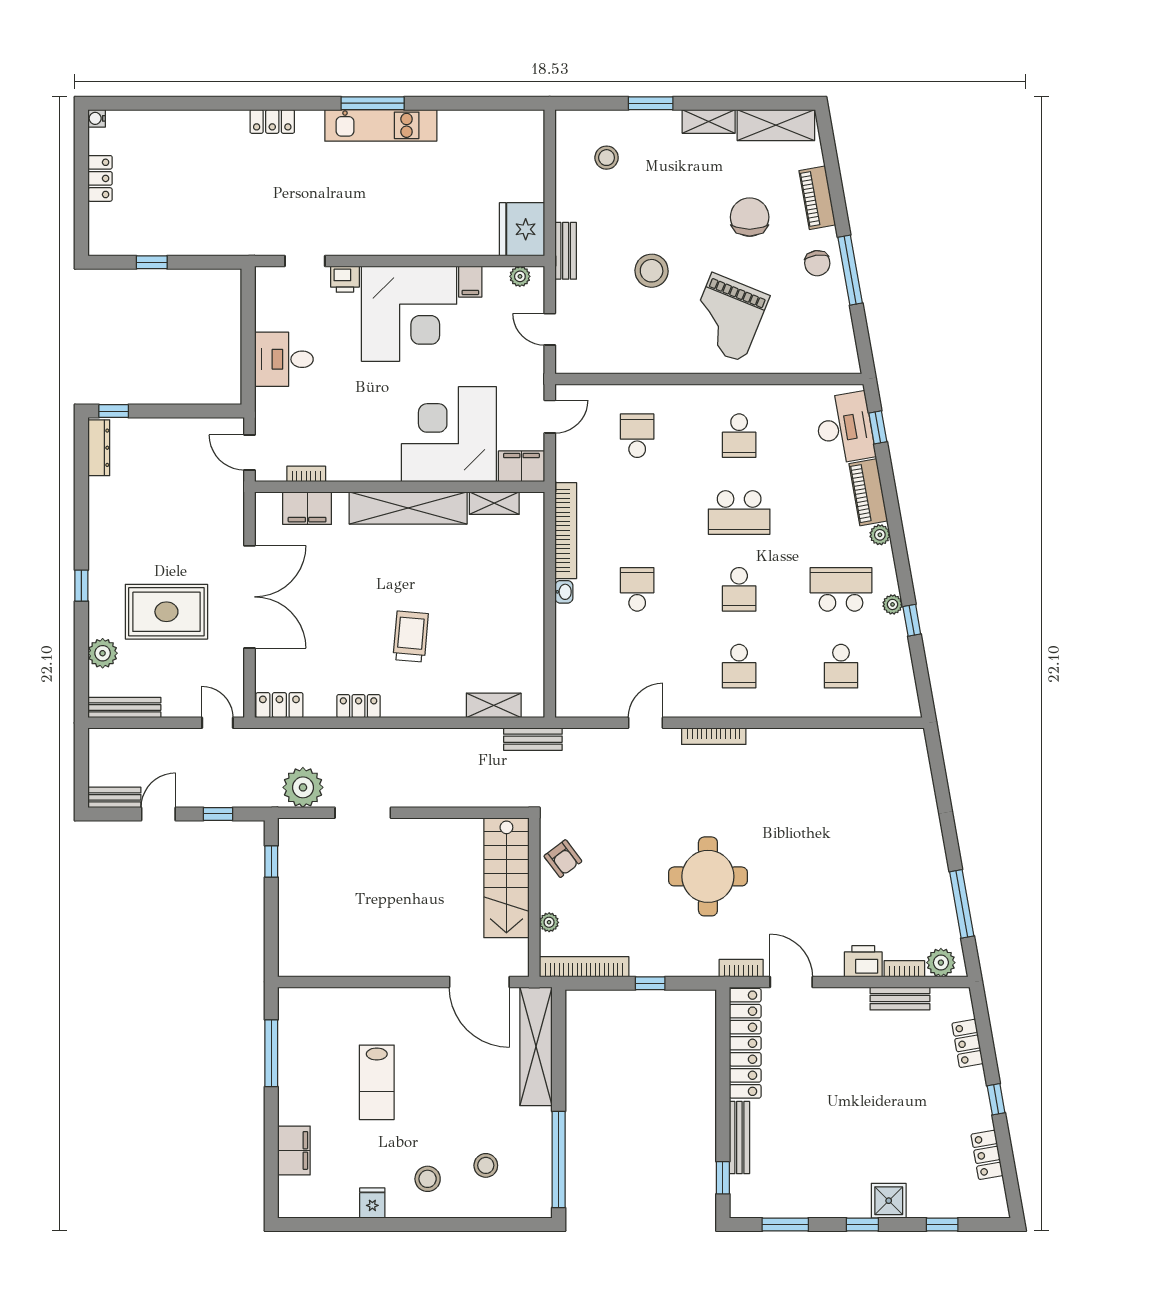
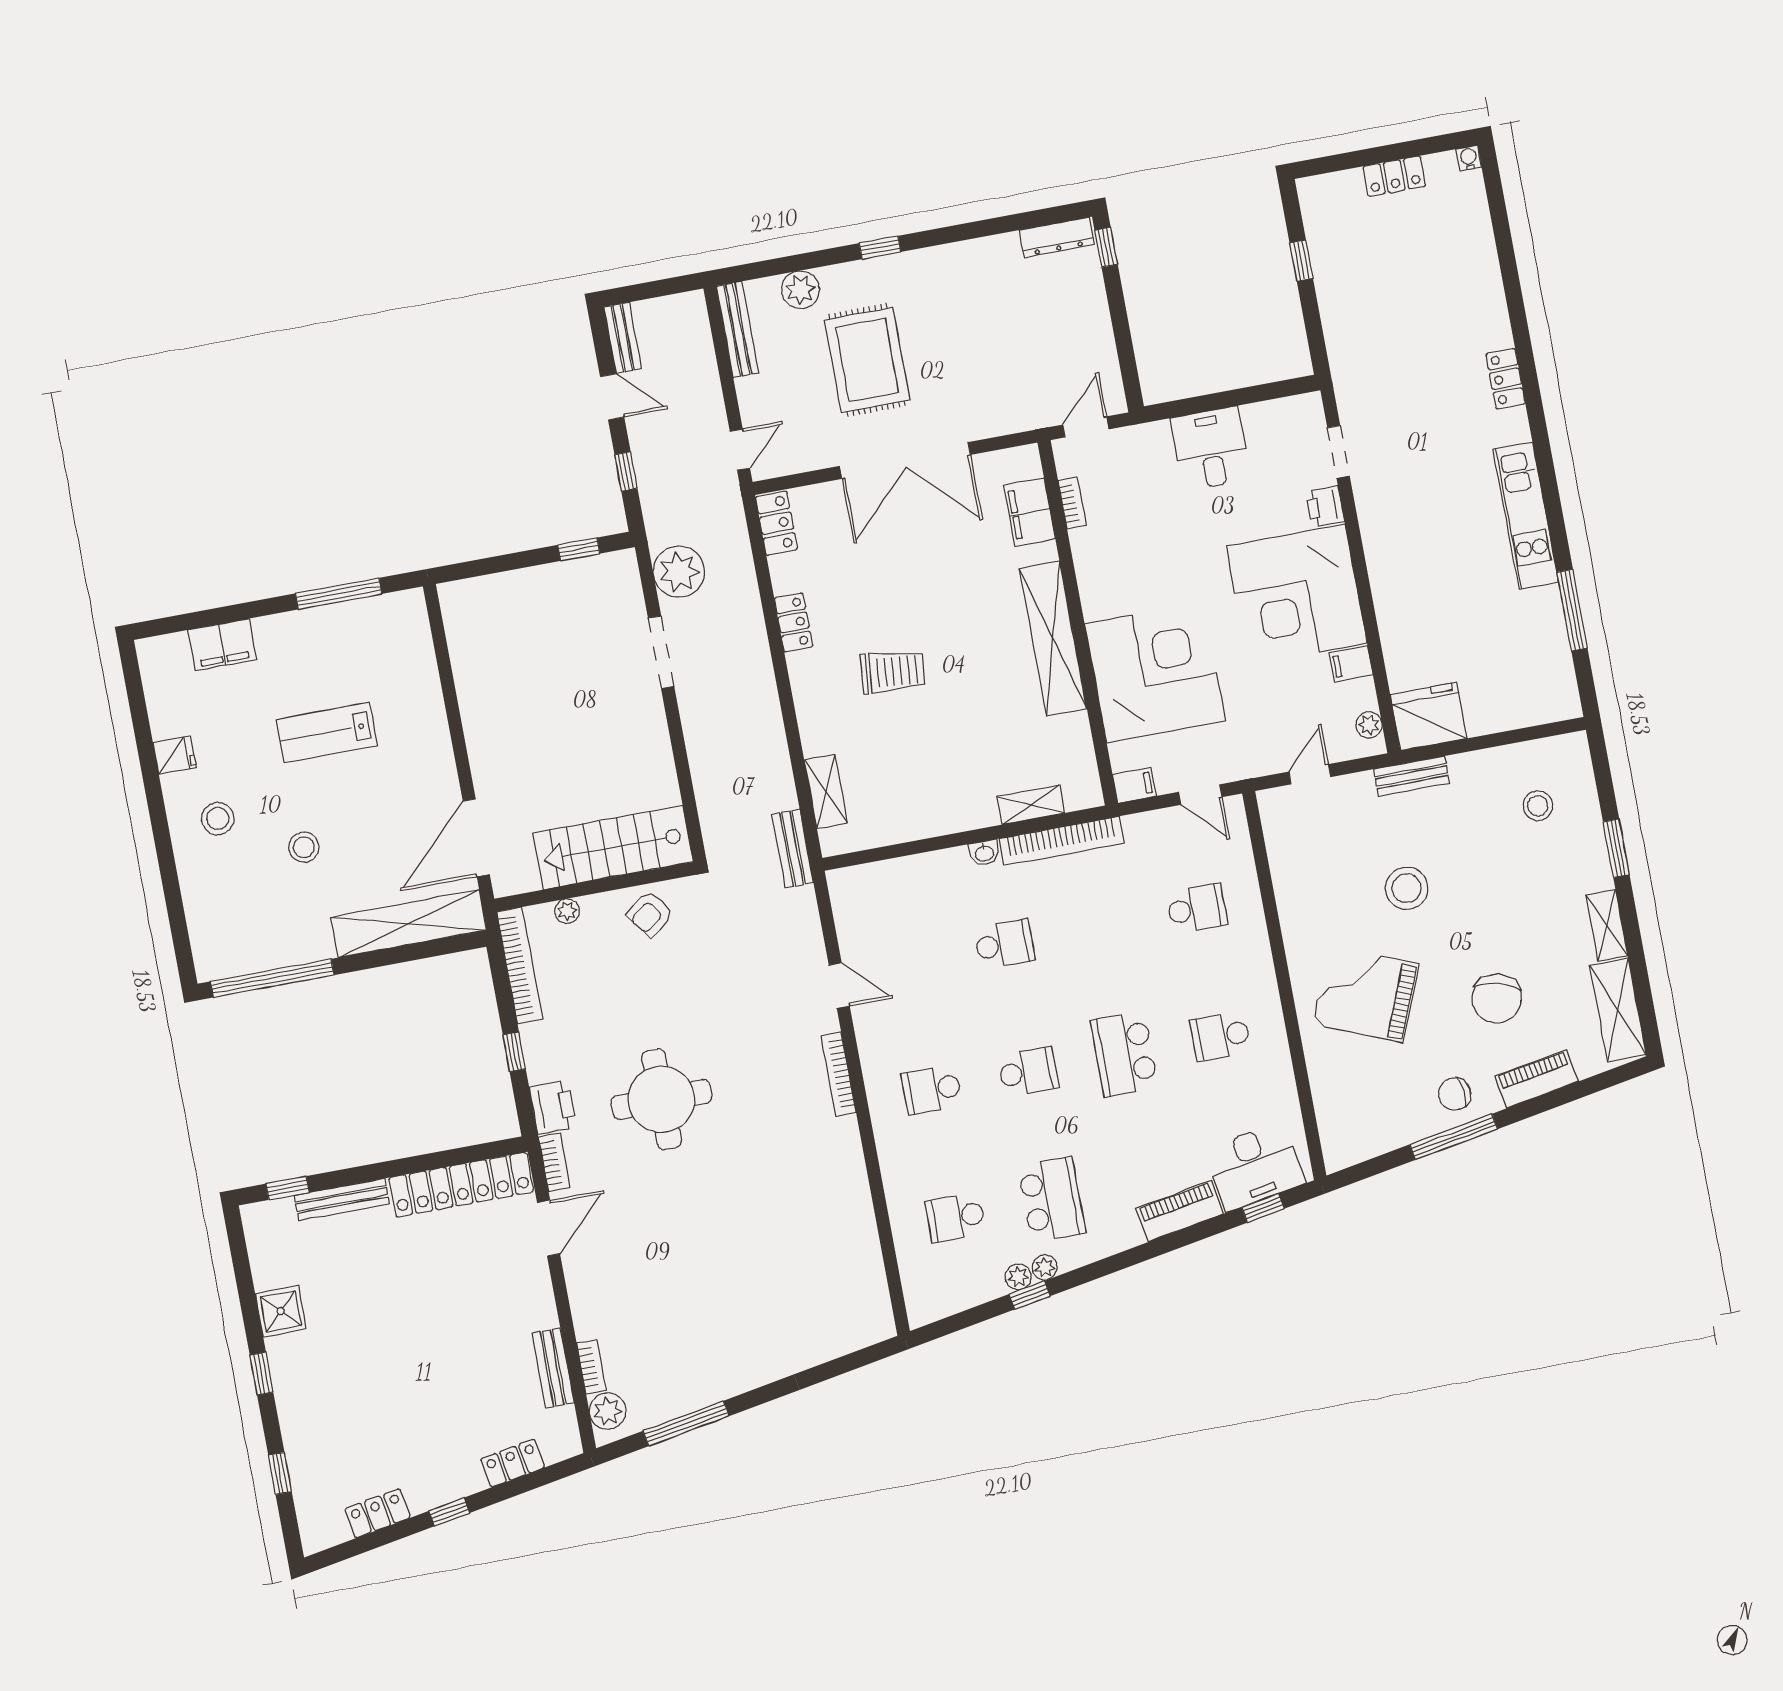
window: (373, 103) -> (1572, 610), moved
chair: (750, 217) -> (1497, 999), turned 105
filing cabinet: (521, 466) -> (1134, 785), width x0.50
shelving: (494, 503) -> (1031, 805), moved, turned 90
plant: (880, 535) -> (1018, 1277), moved
school desk: (739, 589) -> (1028, 1072), turned 180
printer: (863, 961) -> (553, 1107), moved
stool: (486, 1165) -> (304, 847), moved
shower: (889, 1201) -> (281, 1311), moved
window: (785, 1224) -> (244, 1277), removed

